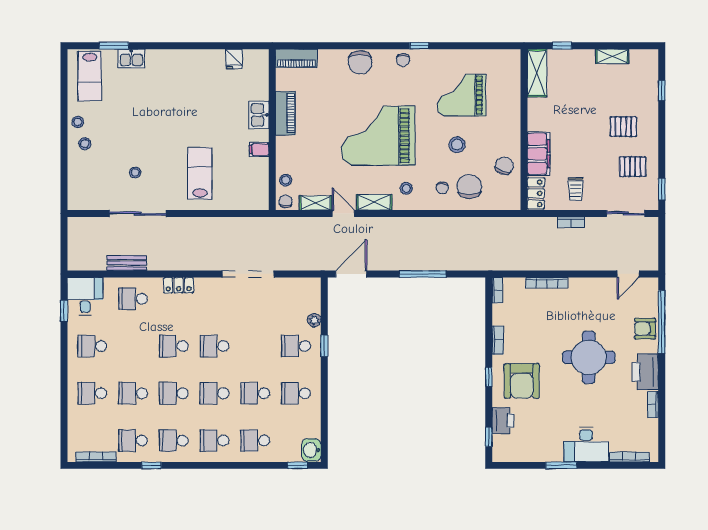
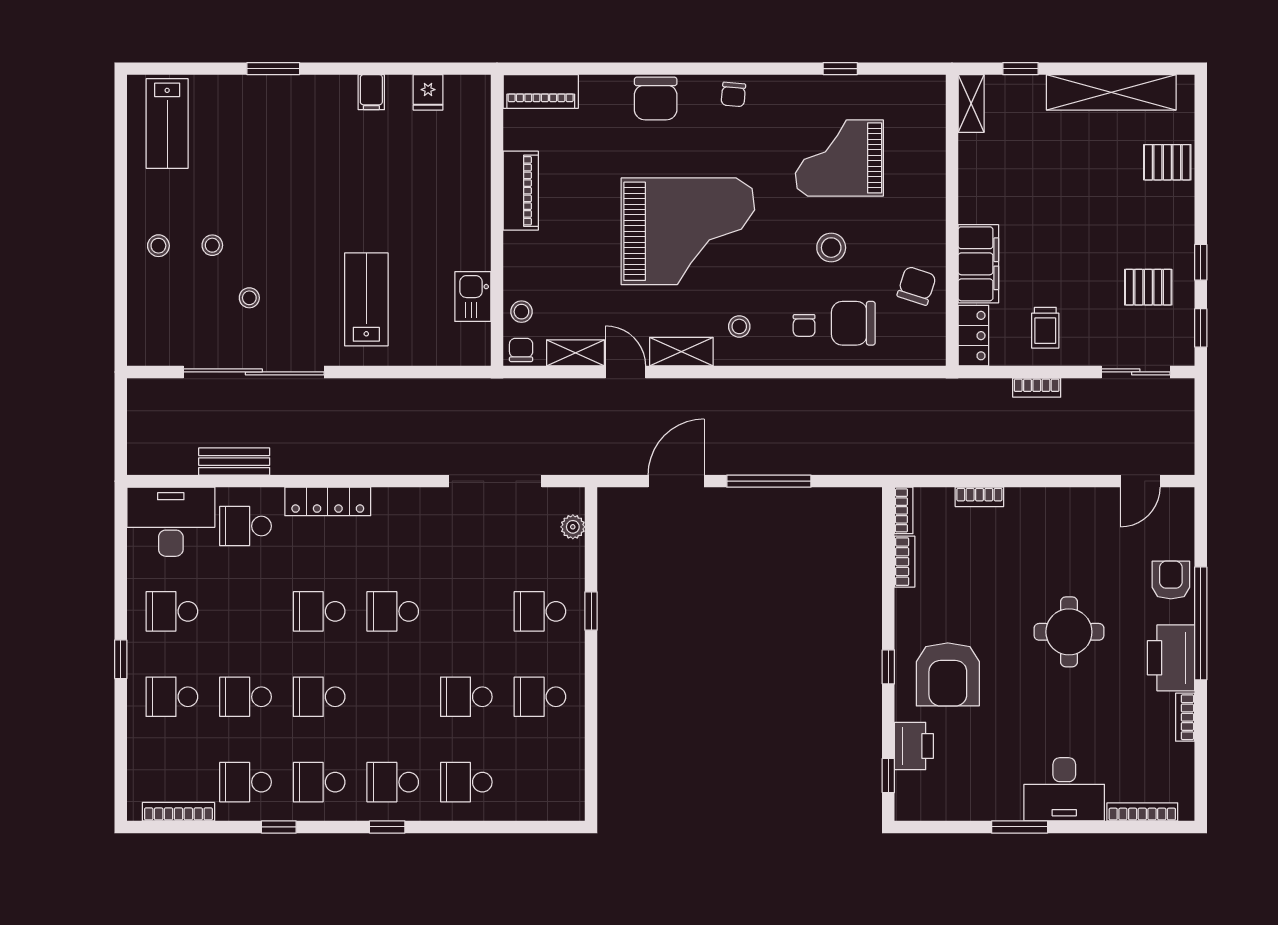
window: (114, 46) -> (273, 69), moved
window: (419, 46) -> (840, 69), moved
shelving: (612, 56) -> (1111, 92), width x2.20, depth x1.33
kitchen sink: (131, 59) -> (242, 92), removed
shelving: (537, 73) -> (971, 103), width x0.67, depth x0.75
window: (662, 91) -> (1201, 262), moved
kitchen sink: (259, 115) -> (473, 297), moved
stool: (78, 122) -> (212, 245), moved
pallet: (623, 127) -> (1167, 162), moved
grand piano: (378, 136) -> (688, 231), turned 180
filing cabinet: (259, 149) -> (371, 92), moved, turned -90
chair: (469, 187) -> (853, 323), turned -90
sliding door: (138, 214) -> (254, 372), width x1.36
doorway: (248, 274) -> (495, 481), moved
door: (351, 274) -> (676, 481), moved
bookcase: (547, 283) -> (979, 497), width x0.64
locker: (179, 285) -> (328, 501), width x1.53
desk: (85, 296) -> (171, 522), width x1.37
window: (64, 311) -> (121, 659), moved
plant: (314, 320) -> (573, 527), moved
window: (662, 322) -> (1201, 623), moved
armchair: (645, 329) -> (1171, 580), turned 90
bookcase: (498, 340) -> (905, 562), moved
round table: (589, 357) -> (1069, 632), width x0.73, depth x0.73
school desk: (214, 393) -> (393, 697), removed
washbasin: (311, 450) -> (568, 799), removed
window: (297, 465) -> (387, 827), moved

